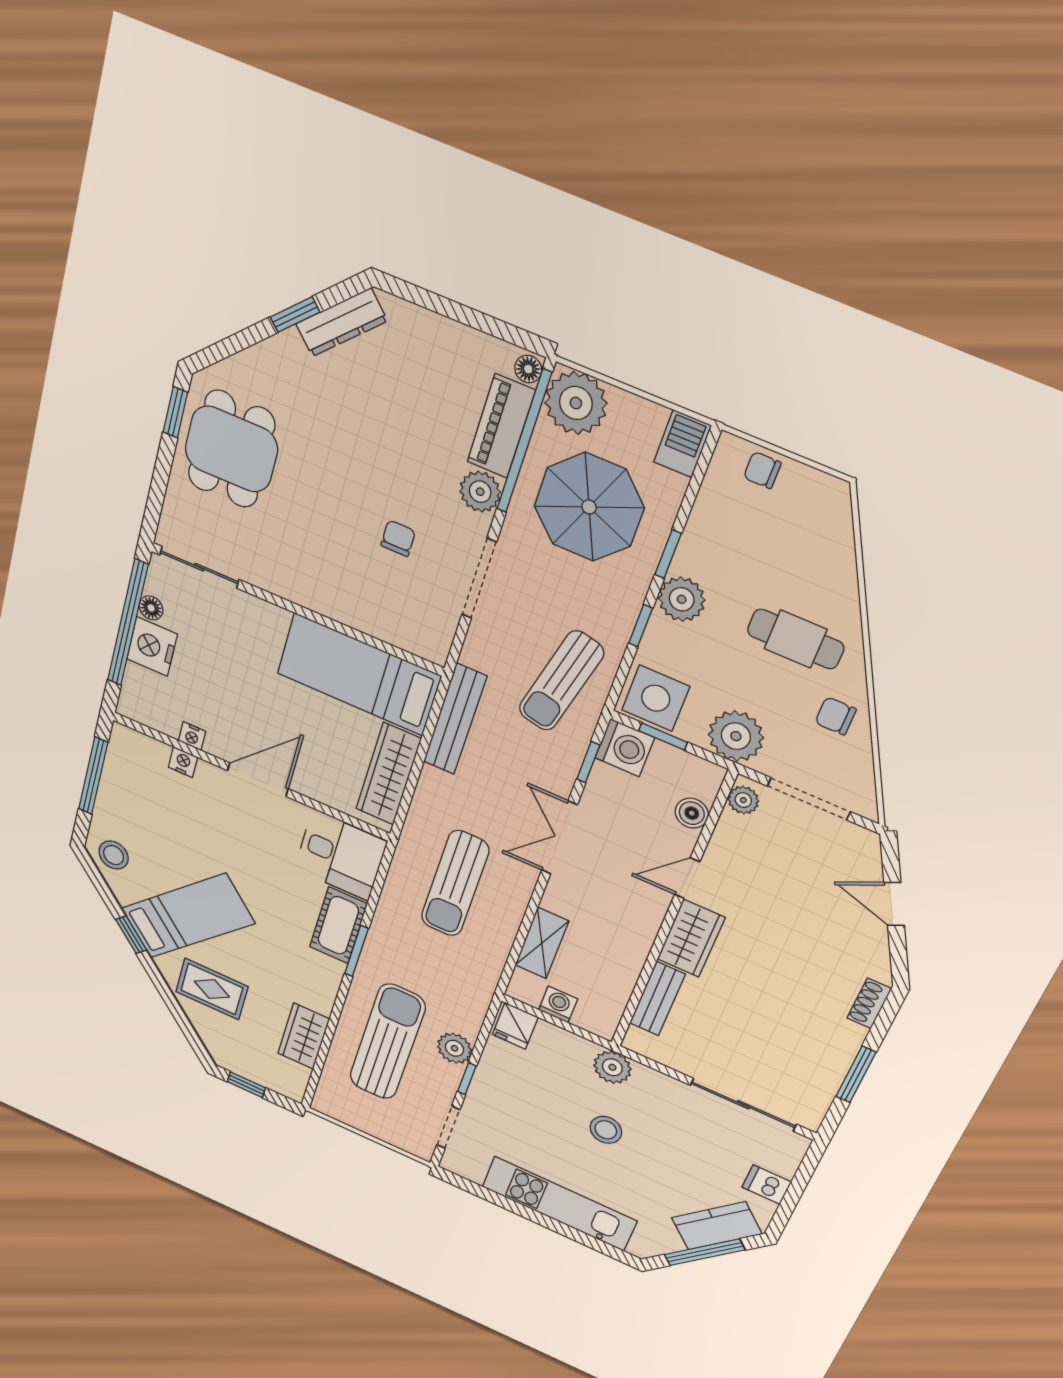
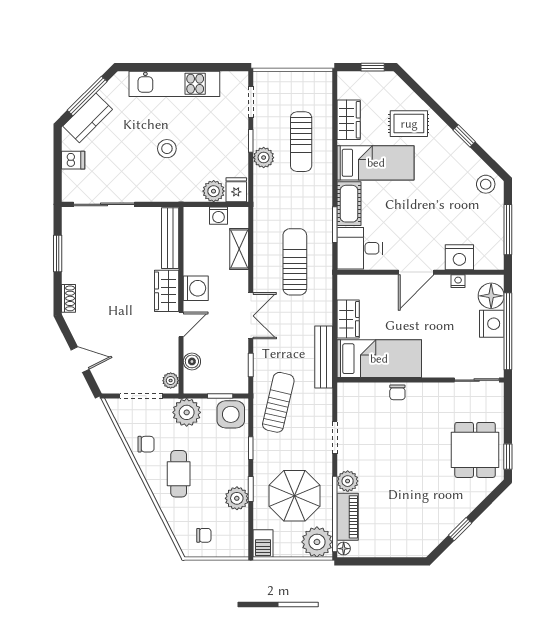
dresser: (341, 322) -> (437, 534), removed
chair: (762, 470) -> (204, 535), moved
chair: (398, 538) -> (397, 392), moved
doorway: (479, 578) -> (335, 437), width x0.73
plant: (682, 599) -> (237, 498), moved
floor lamp: (151, 608) -> (491, 296), moved, width x1.89, depth x1.89
cafe table: (796, 639) -> (179, 474), turned 90
washing machine: (625, 748) -> (196, 288), moved, turned 180
nightstand: (183, 762) -> (459, 257), width x1.89, depth x1.79
wardrobe: (388, 774) -> (348, 319), width x0.67
bed: (188, 916) -> (376, 163), moved, turned -135
window: (356, 951) -> (335, 225), moved
bench: (657, 999) -> (170, 238), width x1.36
sun lounger: (387, 1042) -> (301, 142), width x0.73, depth x0.75
plant: (612, 1067) -> (214, 191), moved

